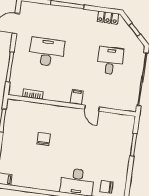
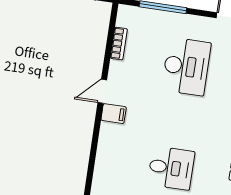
door: (92, 108) -> (102, 91), moved
chair: (44, 139) -> (47, 60), removed

